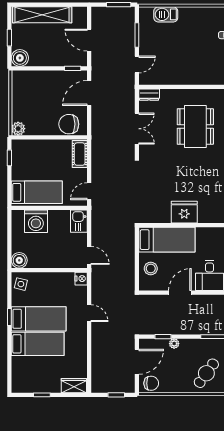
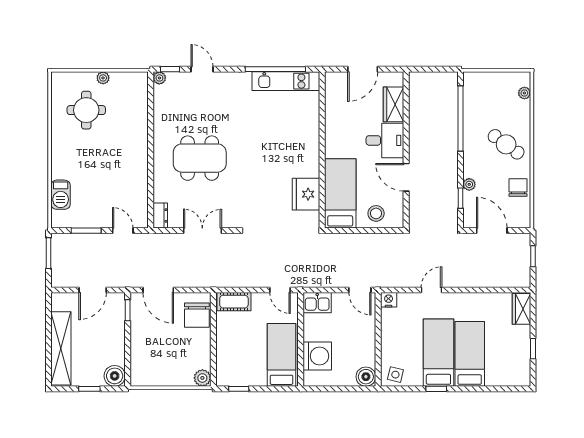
fridge: (184, 212) -> (306, 194), moved
door: (89, 255) -> (360, 290), swing flipped
chair: (151, 383) -> (518, 187), moved

